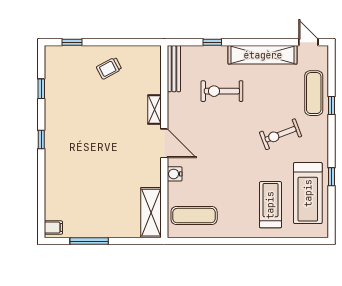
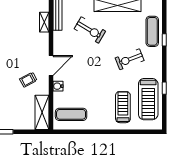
trolley: (109, 68) -> (28, 80), moved
exercise bike: (222, 91) -> (90, 30), turned -149
shelving: (154, 110) -> (44, 22), moved
door: (164, 143) -> (51, 65), hinge flipped

